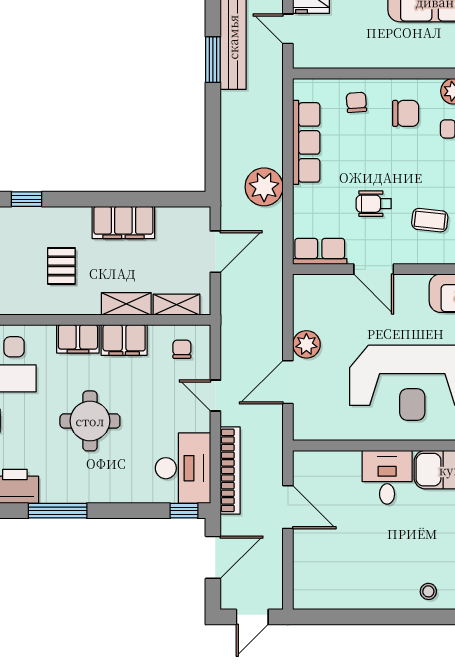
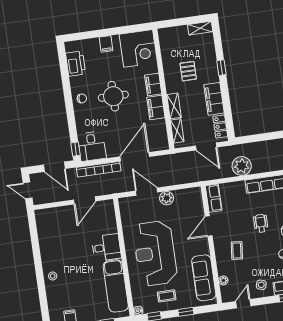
window: (27, 199) -> (221, 68), moved
wheelchair: (374, 204) -> (261, 223), moved
locker: (180, 218) -> (220, 127), added
pallet: (61, 266) -> (188, 71), turned 90
chair: (182, 349) -> (82, 98), moved
door: (215, 396) -> (135, 157), width x1.87
desk: (183, 468) -> (92, 146), width x0.73
window: (58, 511) -> (67, 86), removed

